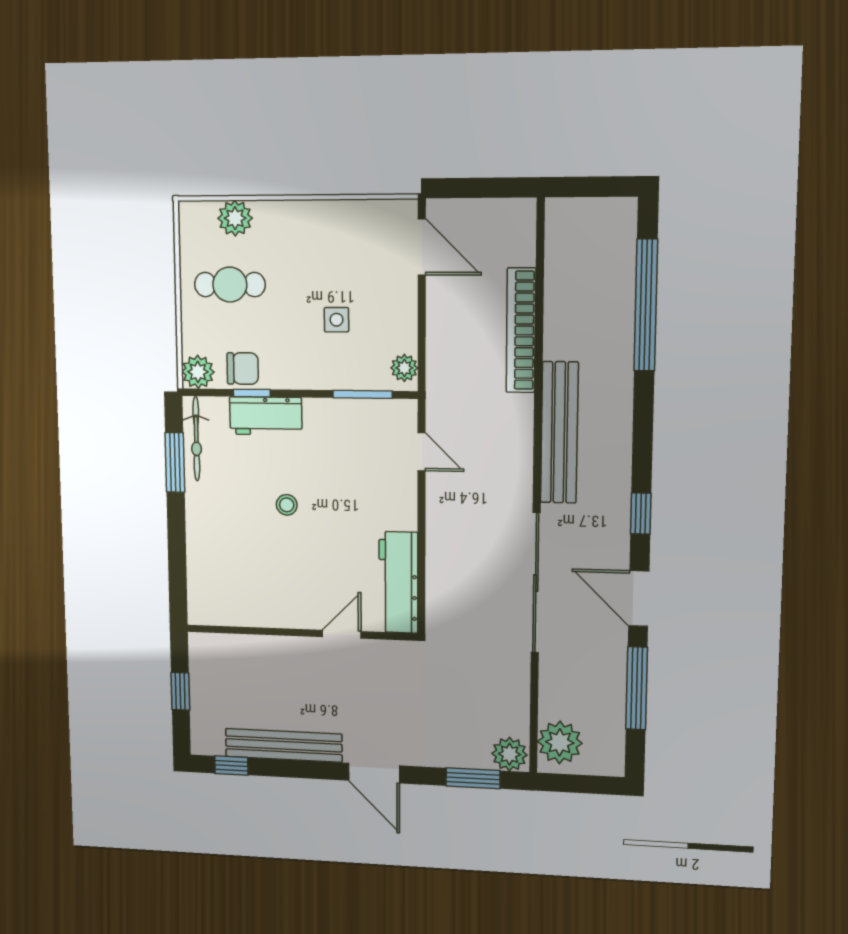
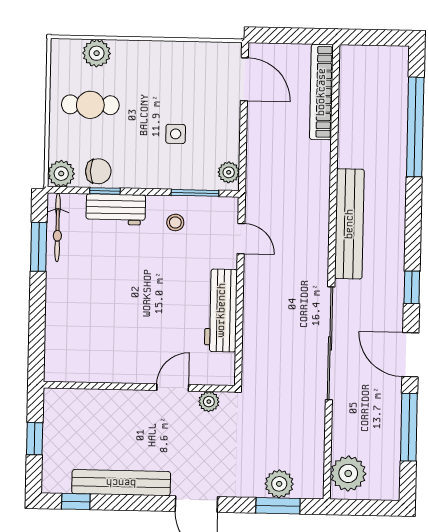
bookcase: (521, 330) -> (321, 92), moved
stool: (287, 505) -> (175, 222), moved
workbench: (398, 582) -> (221, 310), moved
plant: (386, 652) -> (209, 402), added
plant: (509, 754) -> (279, 484), moved

